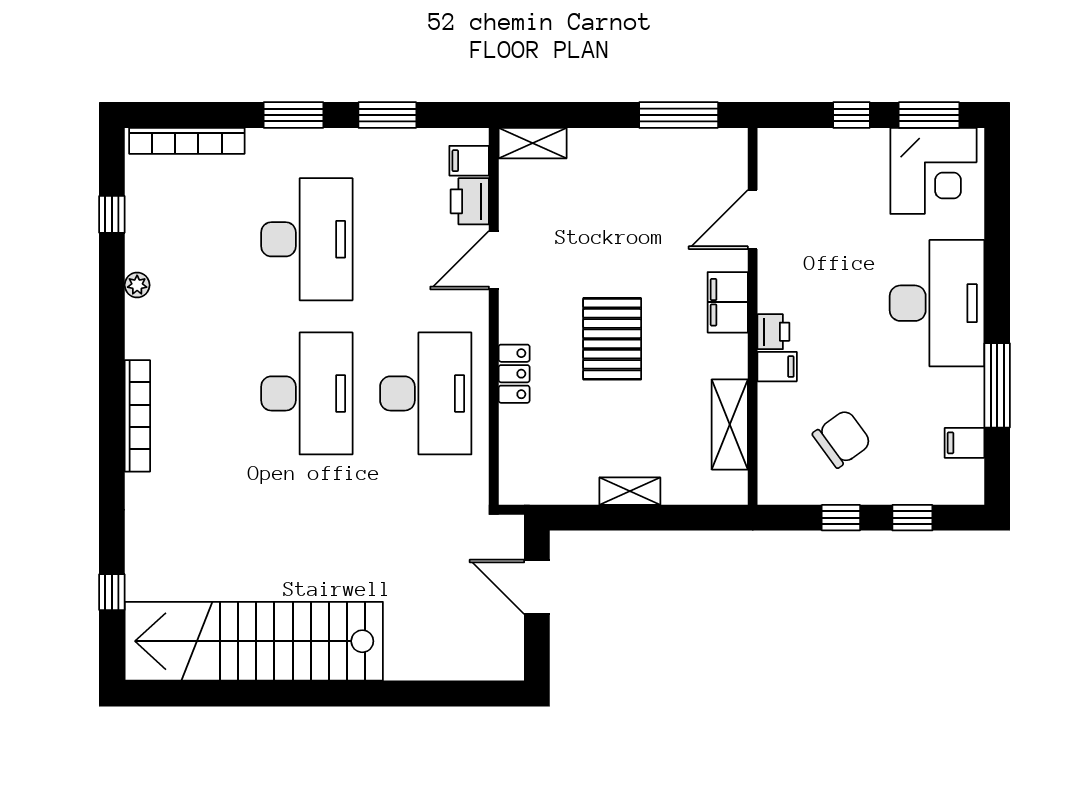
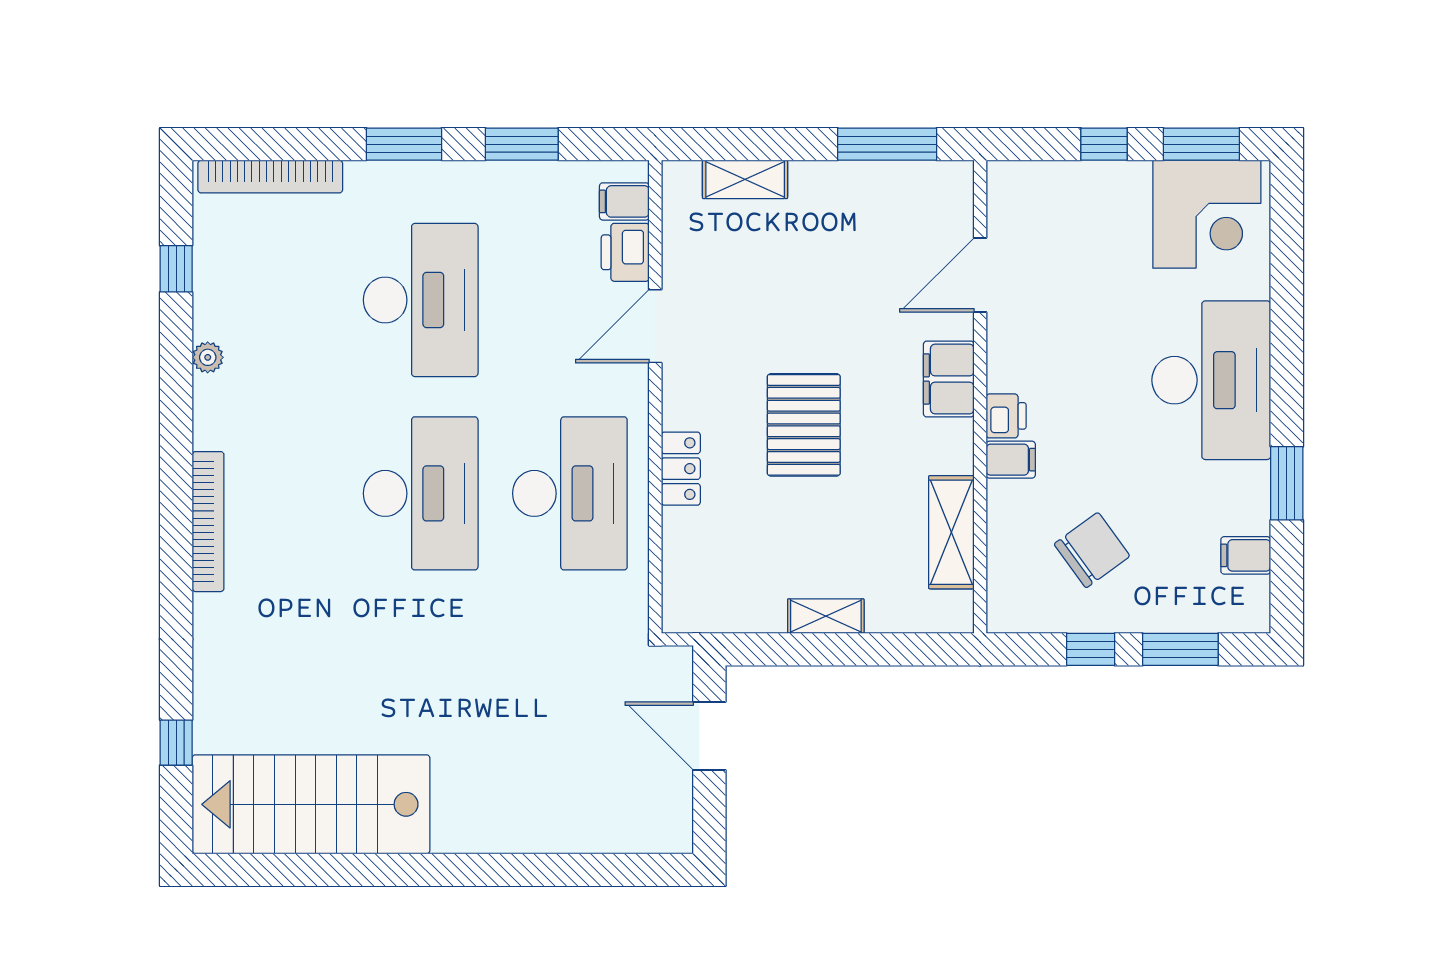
shelving: (533, 143) -> (745, 179), moved
window: (997, 385) -> (1287, 483), width x0.69
window: (912, 518) -> (1180, 649), width x1.50
stairs: (254, 641) -> (311, 804), width x0.73

